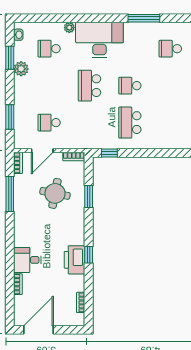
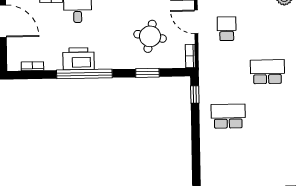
school desk: (130, 86) -> (268, 115), removed
window: (89, 255) -> (84, 74), width x3.17

